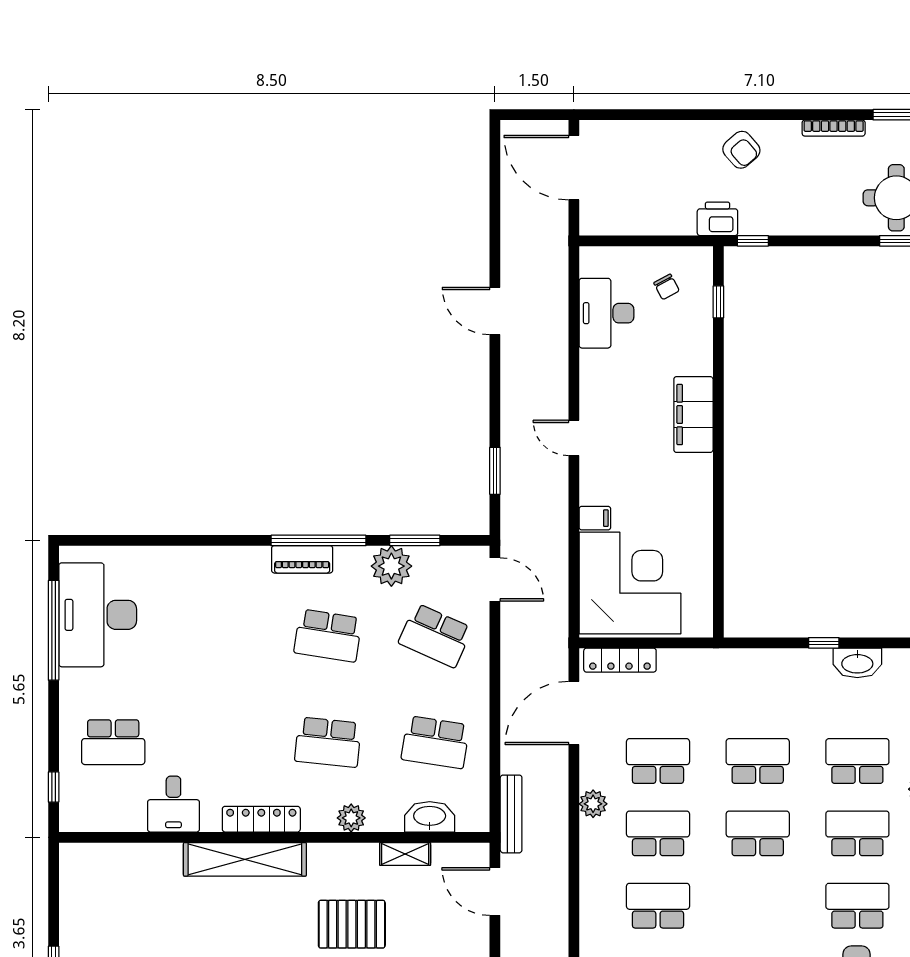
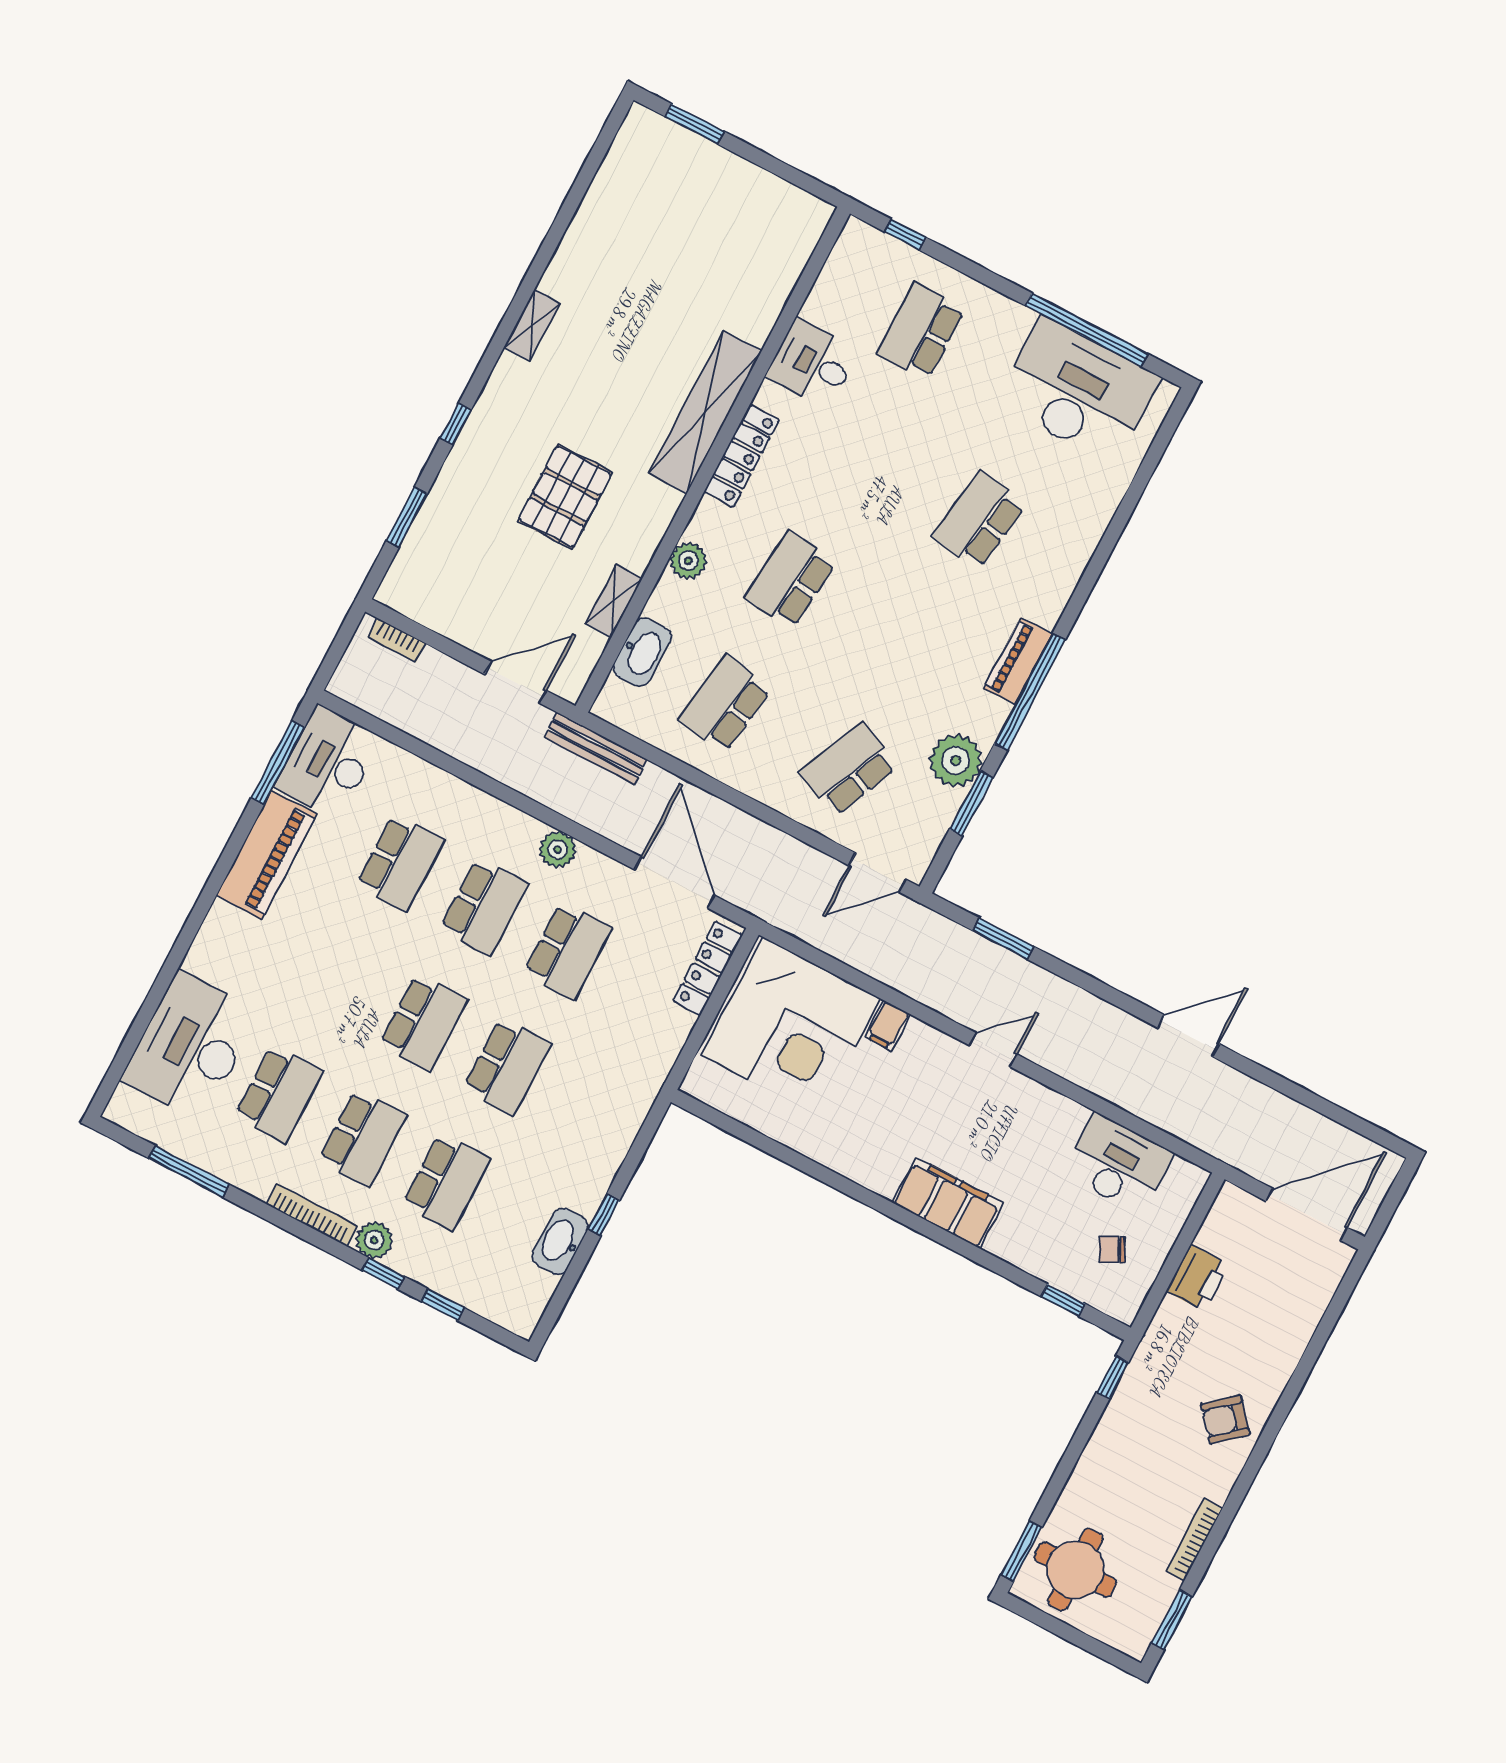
printer: (717, 219) -> (1197, 1278), moved
school desk: (328, 635) -> (979, 520), moved

